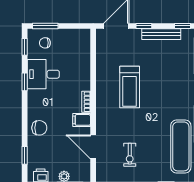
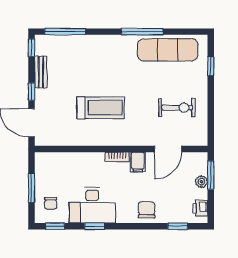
window: (45, 26) -> (32, 188), moved
bench: (161, 34) -> (41, 72), width x0.73
desk: (43, 74) -> (92, 205), width x1.37
exercise bike: (130, 155) -> (177, 108), width x1.38, depth x1.39

